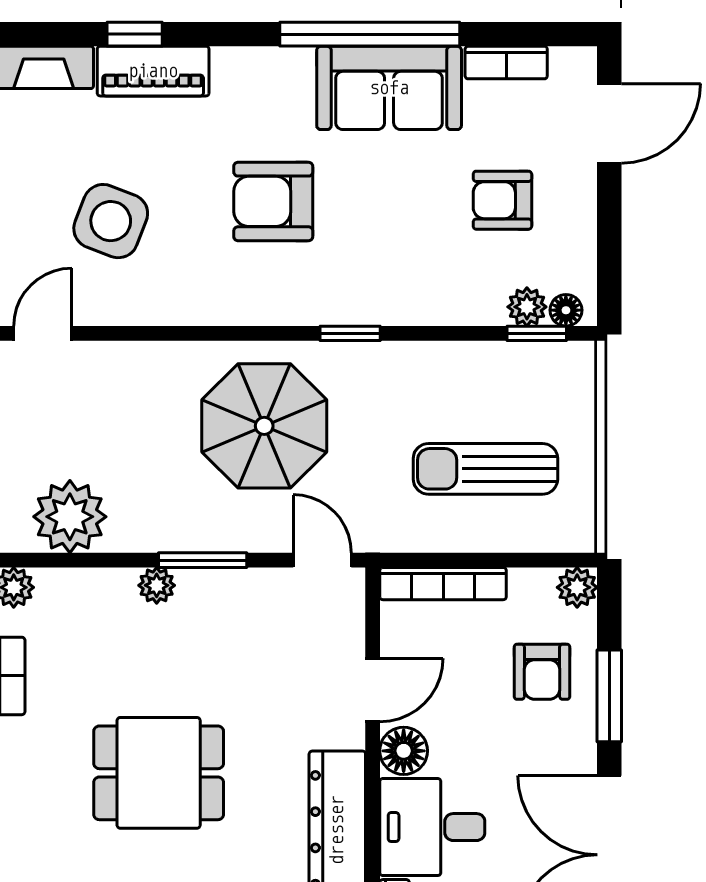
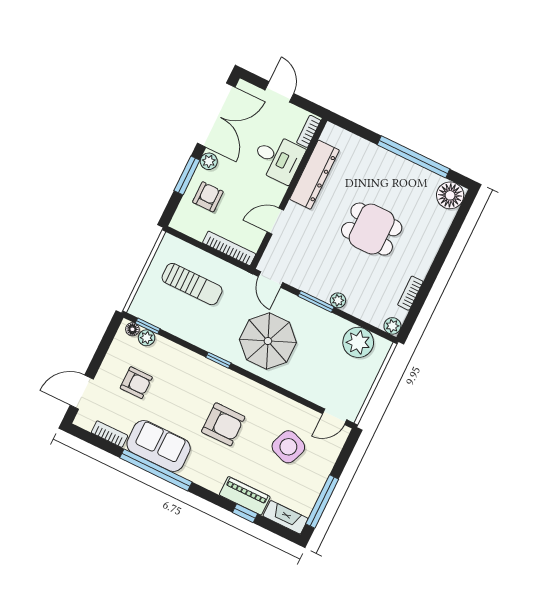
plant: (577, 587) -> (209, 161), moved
floor lamp: (404, 751) -> (275, 192), removed

